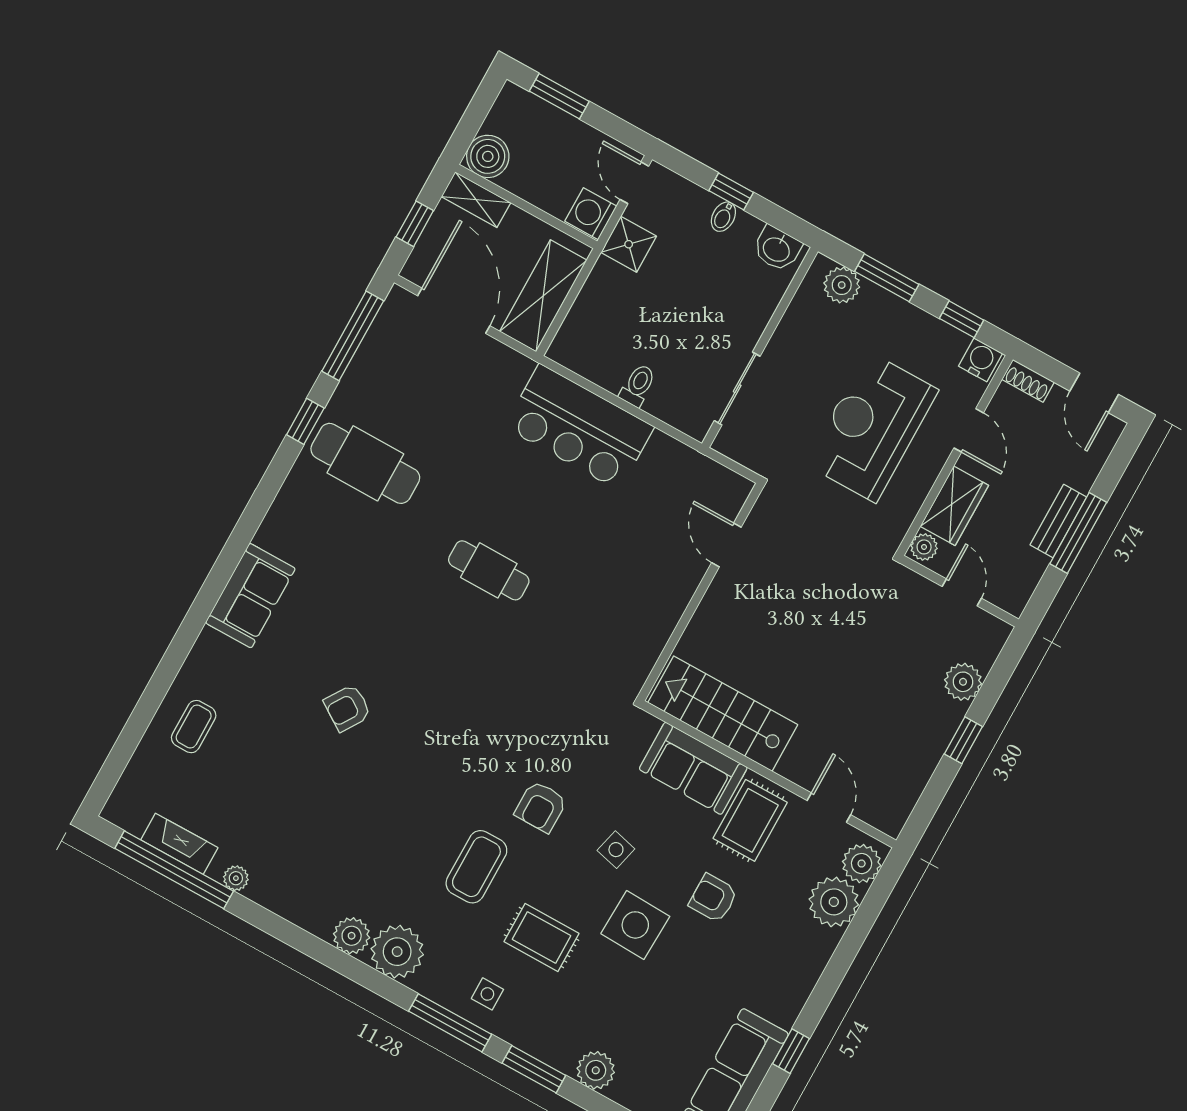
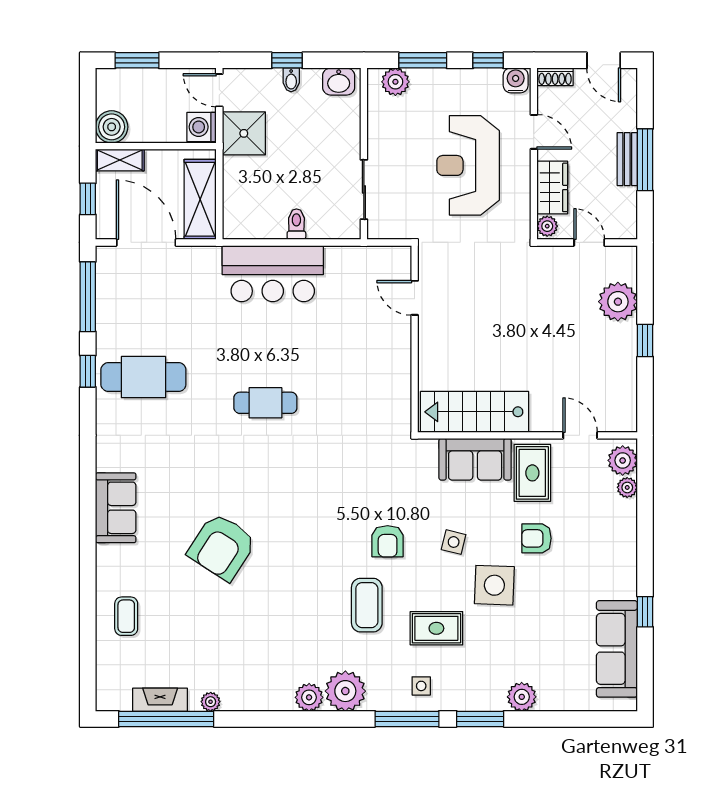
shower: (629, 244) -> (244, 133), width x1.36, depth x1.36
plant: (963, 682) -> (618, 302), width x1.36, depth x1.36
armchair: (347, 708) -> (222, 547), width x1.88, depth x1.88
plant: (834, 902) -> (627, 487), width x0.53, depth x0.53

